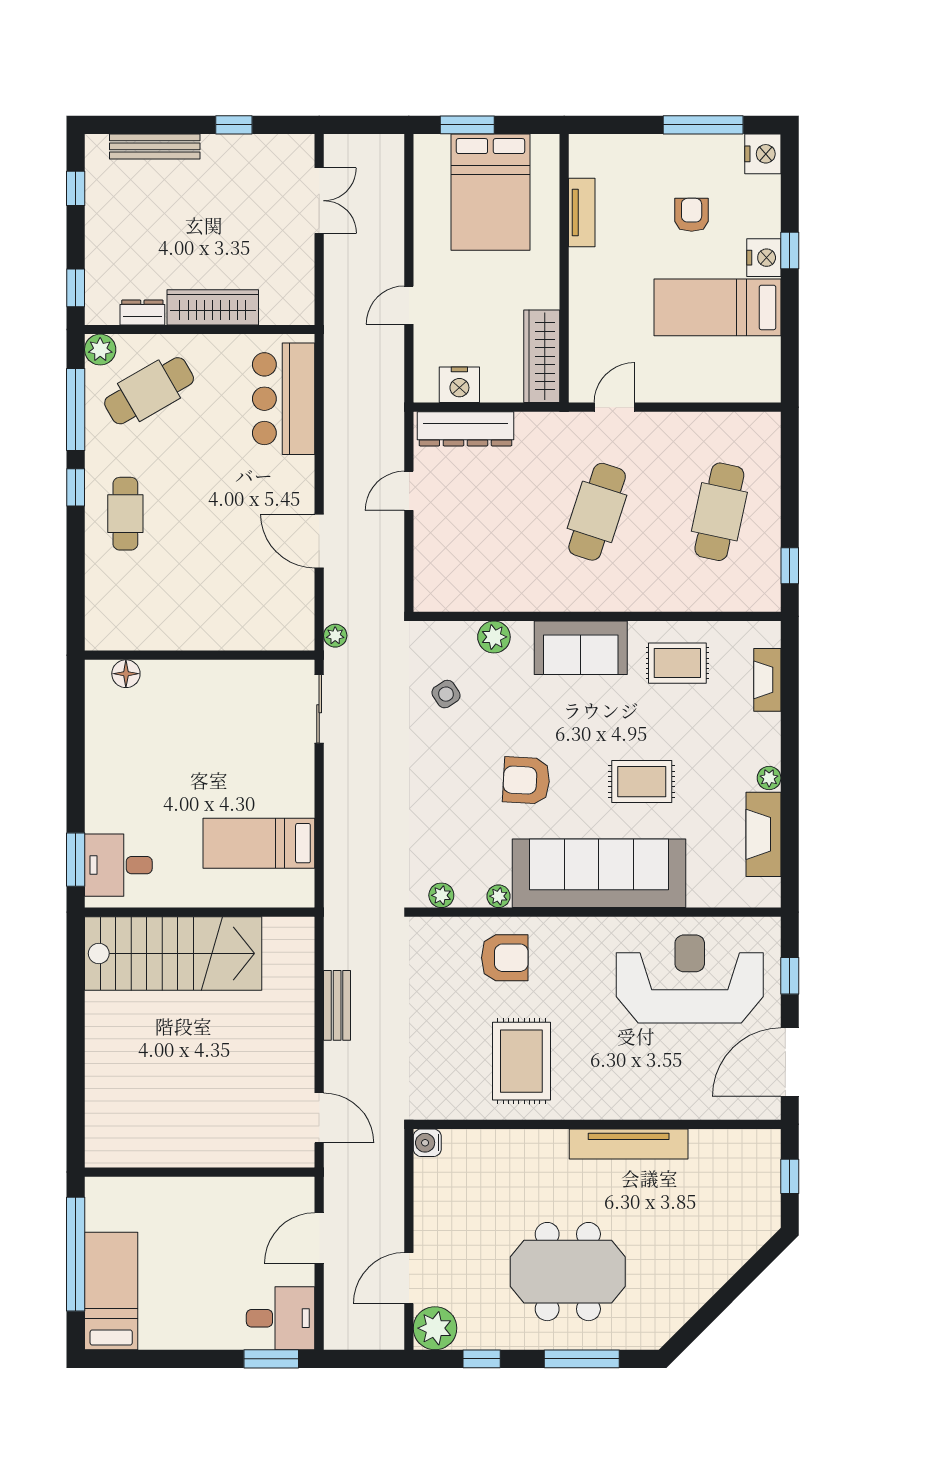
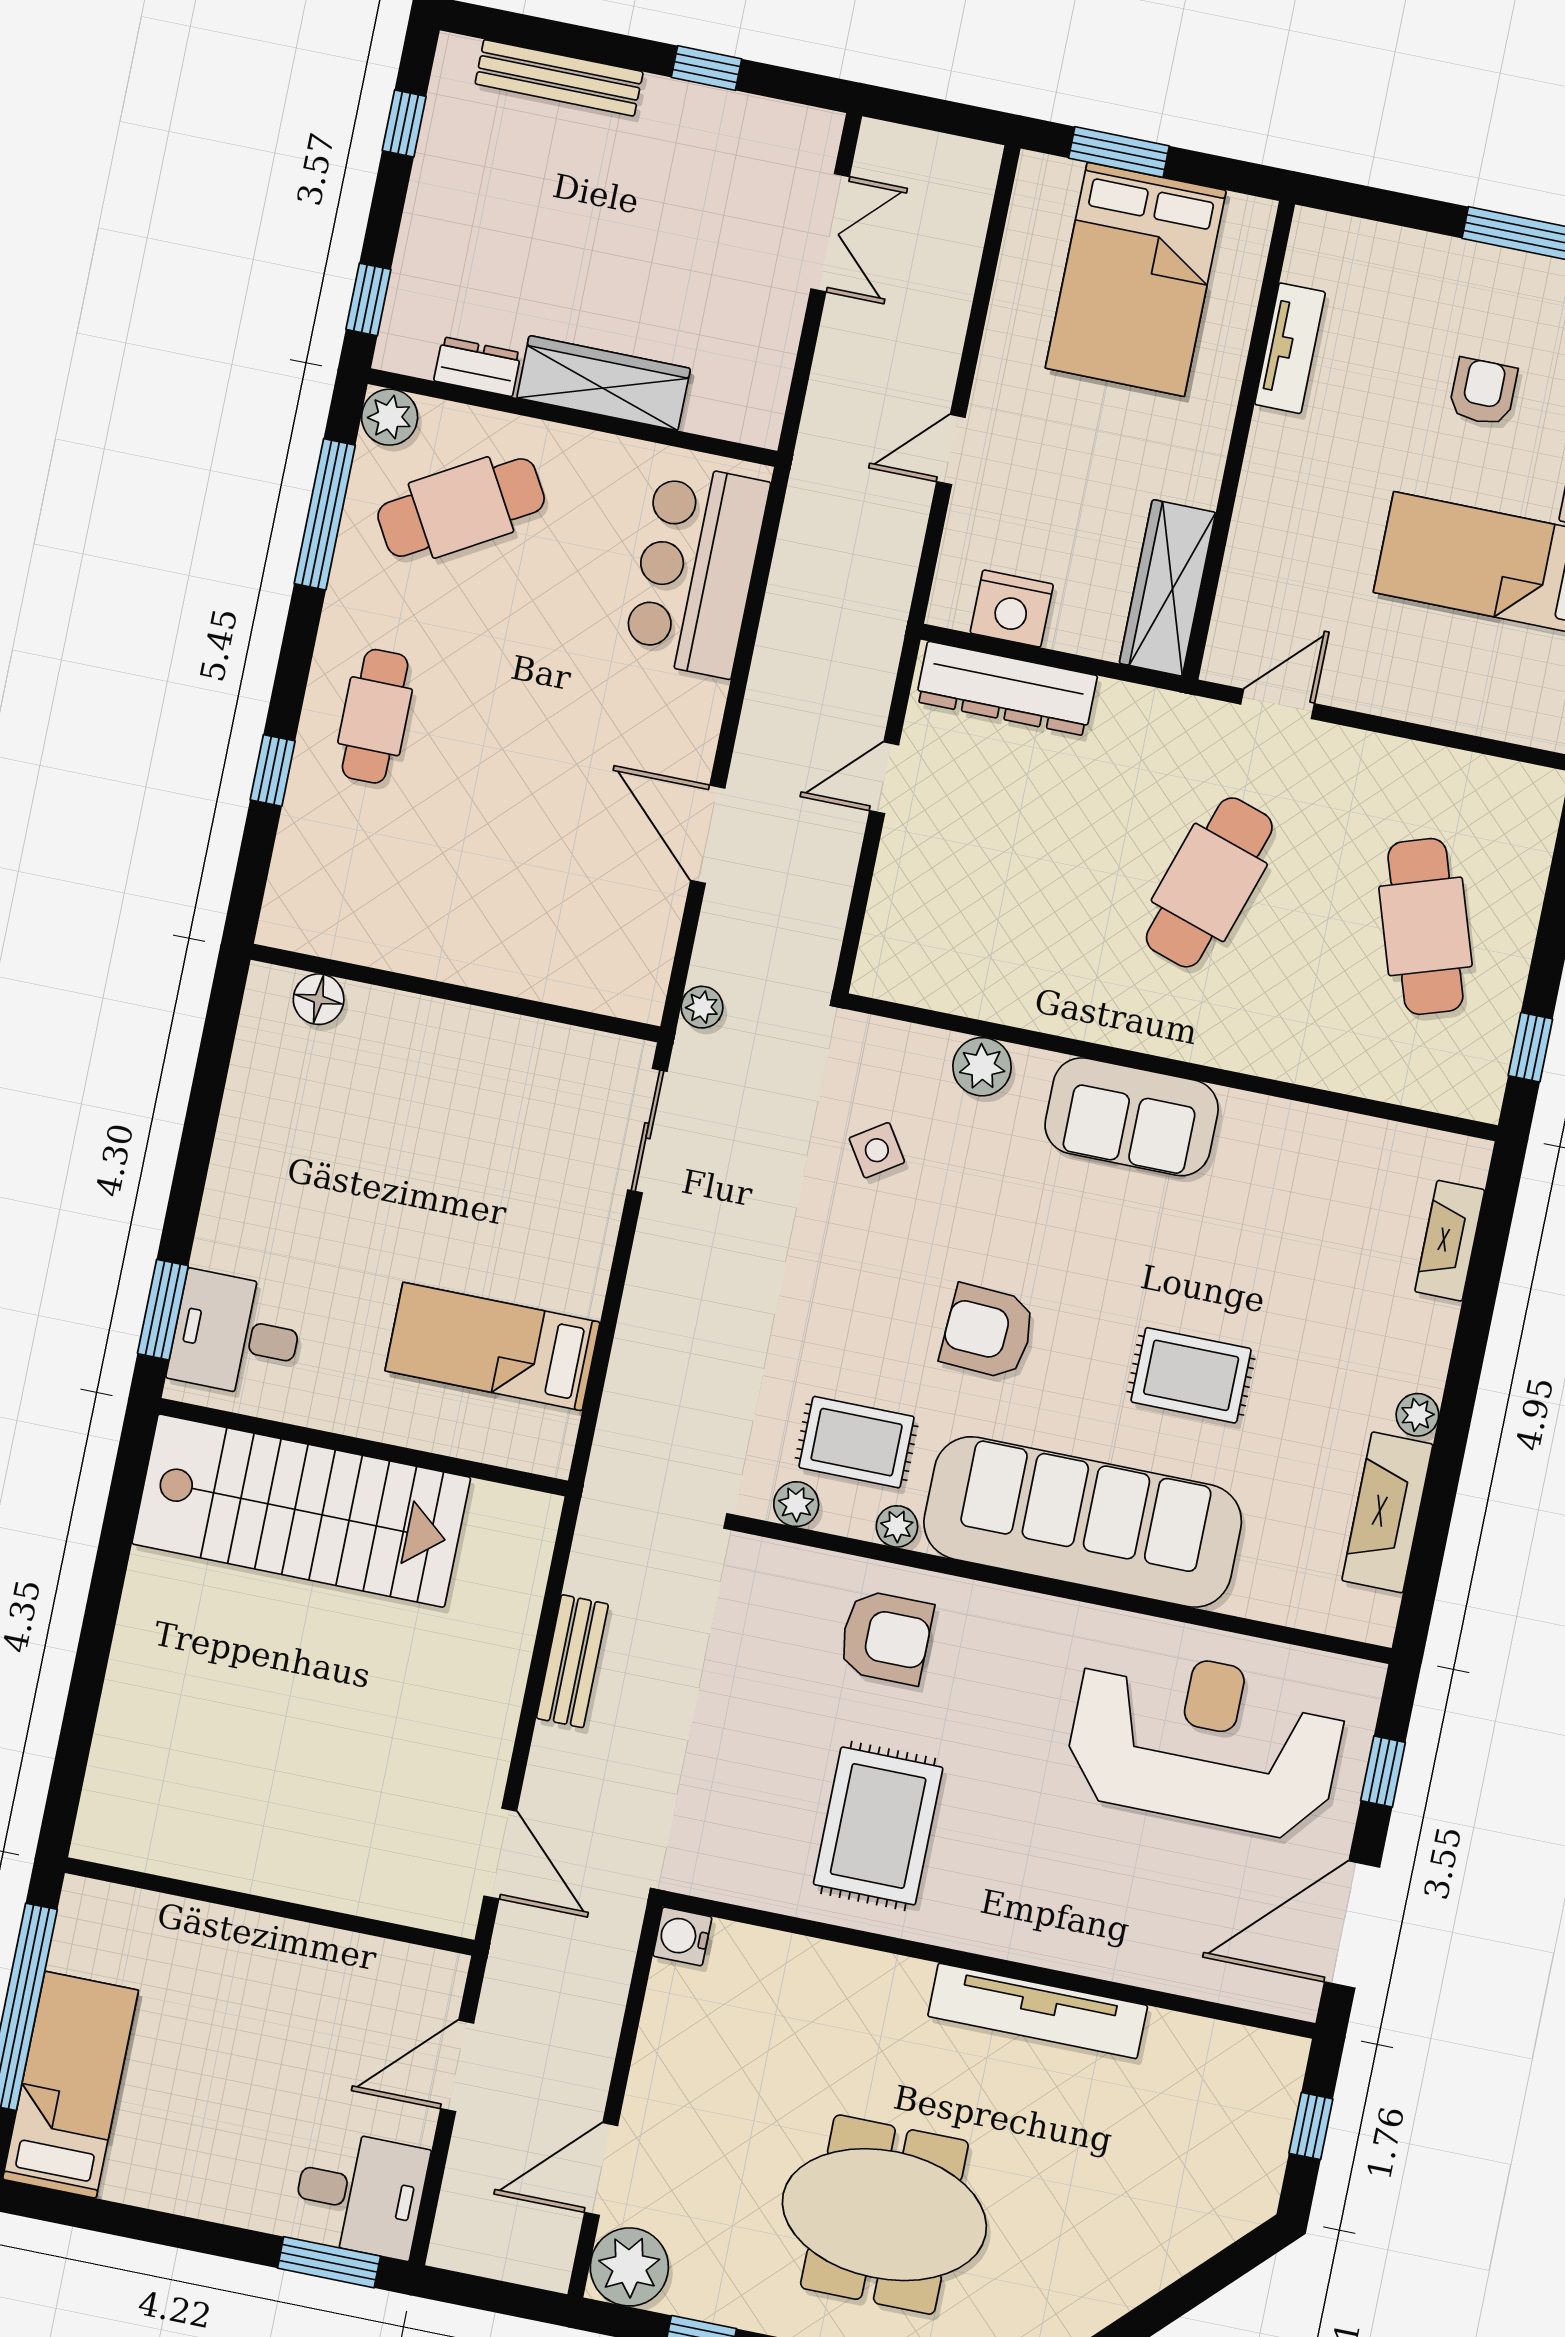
window: (76, 487) -> (273, 770), moved
cafe table: (719, 512) -> (1425, 926), turned -30
rug: (677, 663) -> (857, 1442), moved

